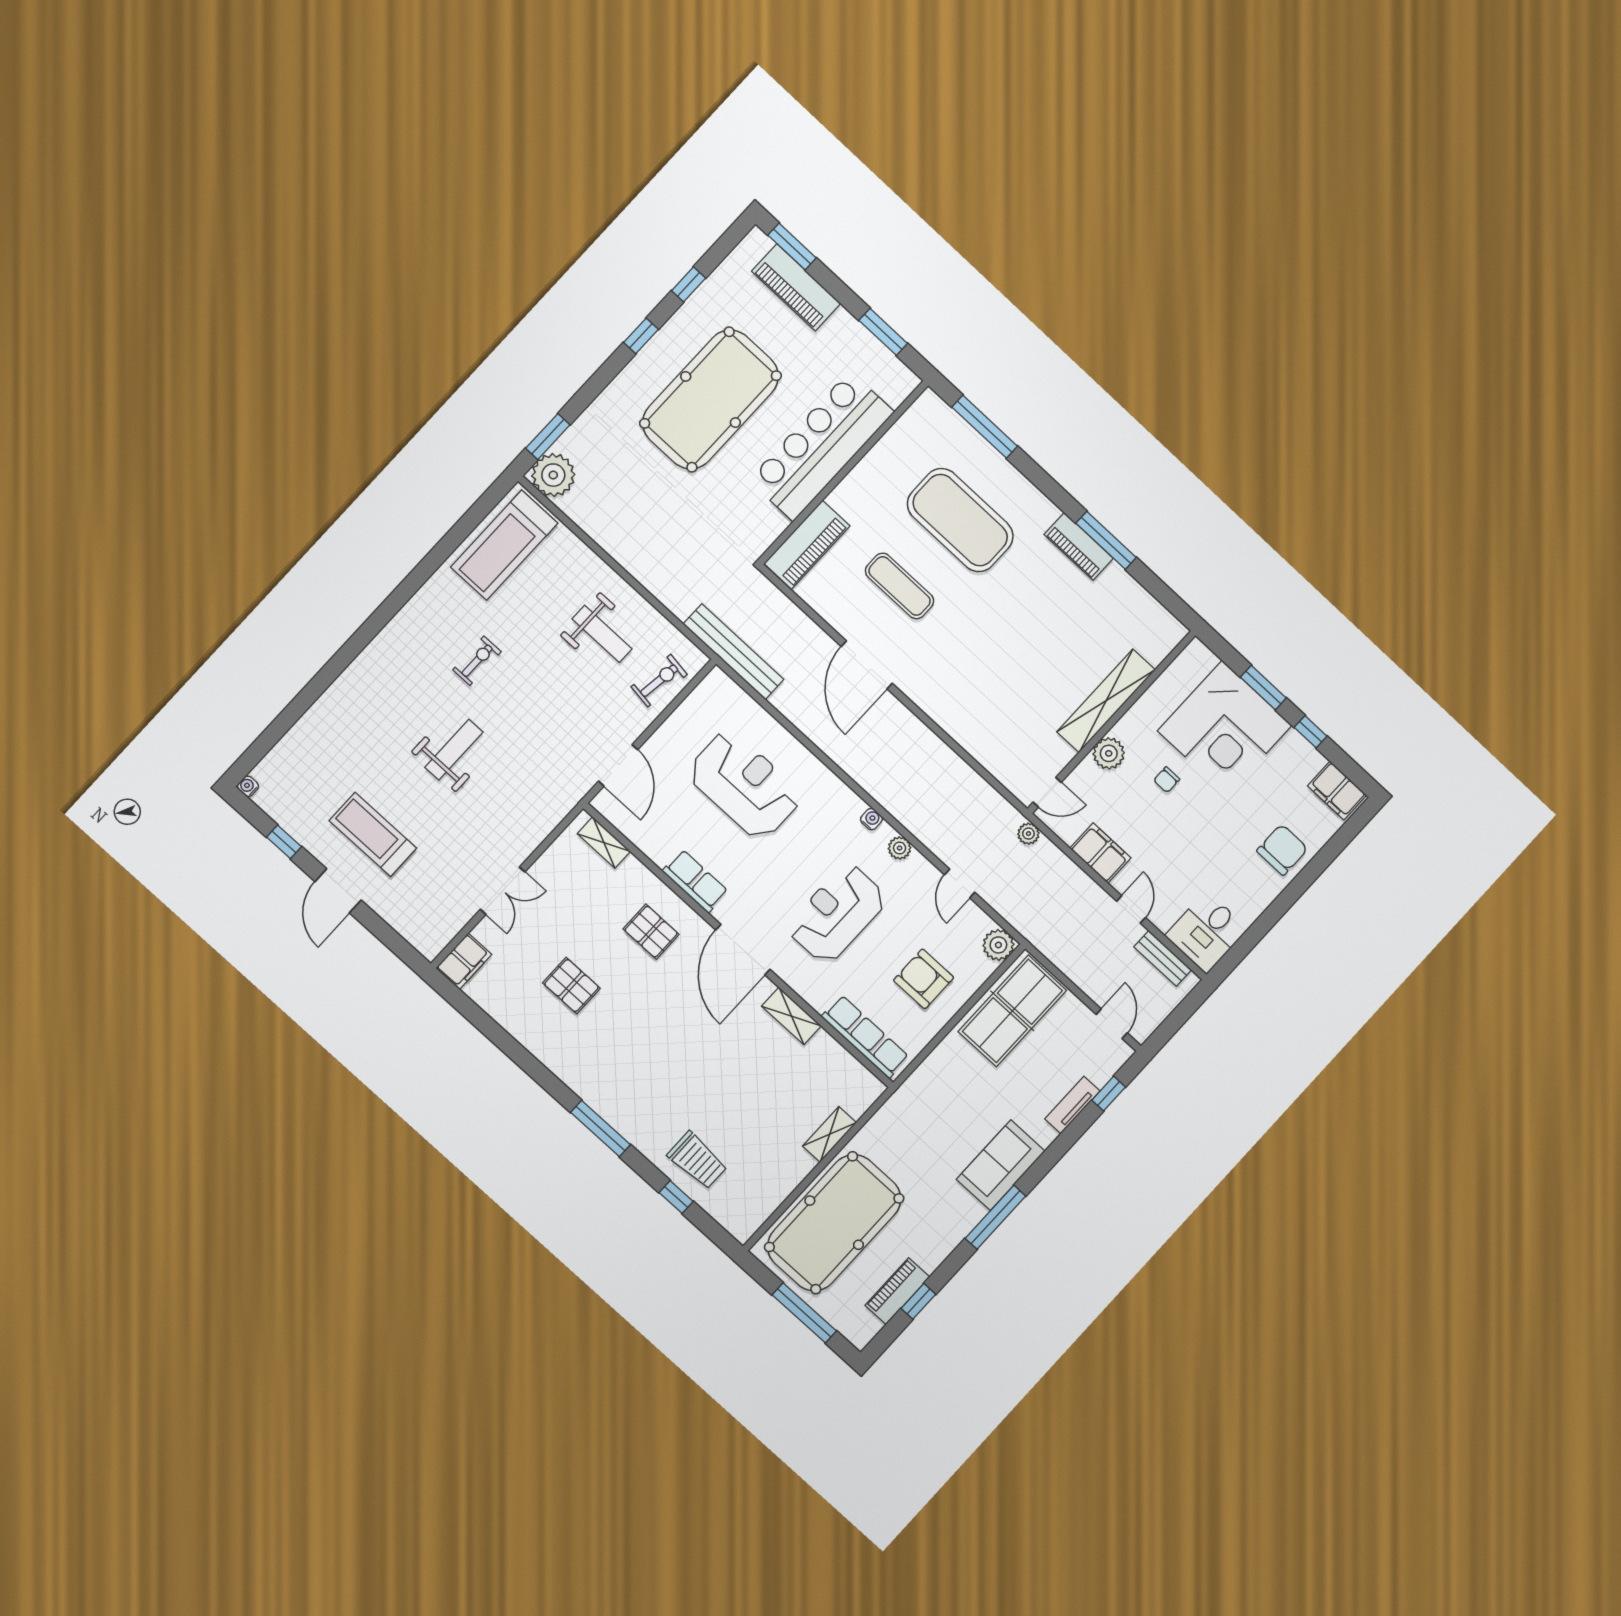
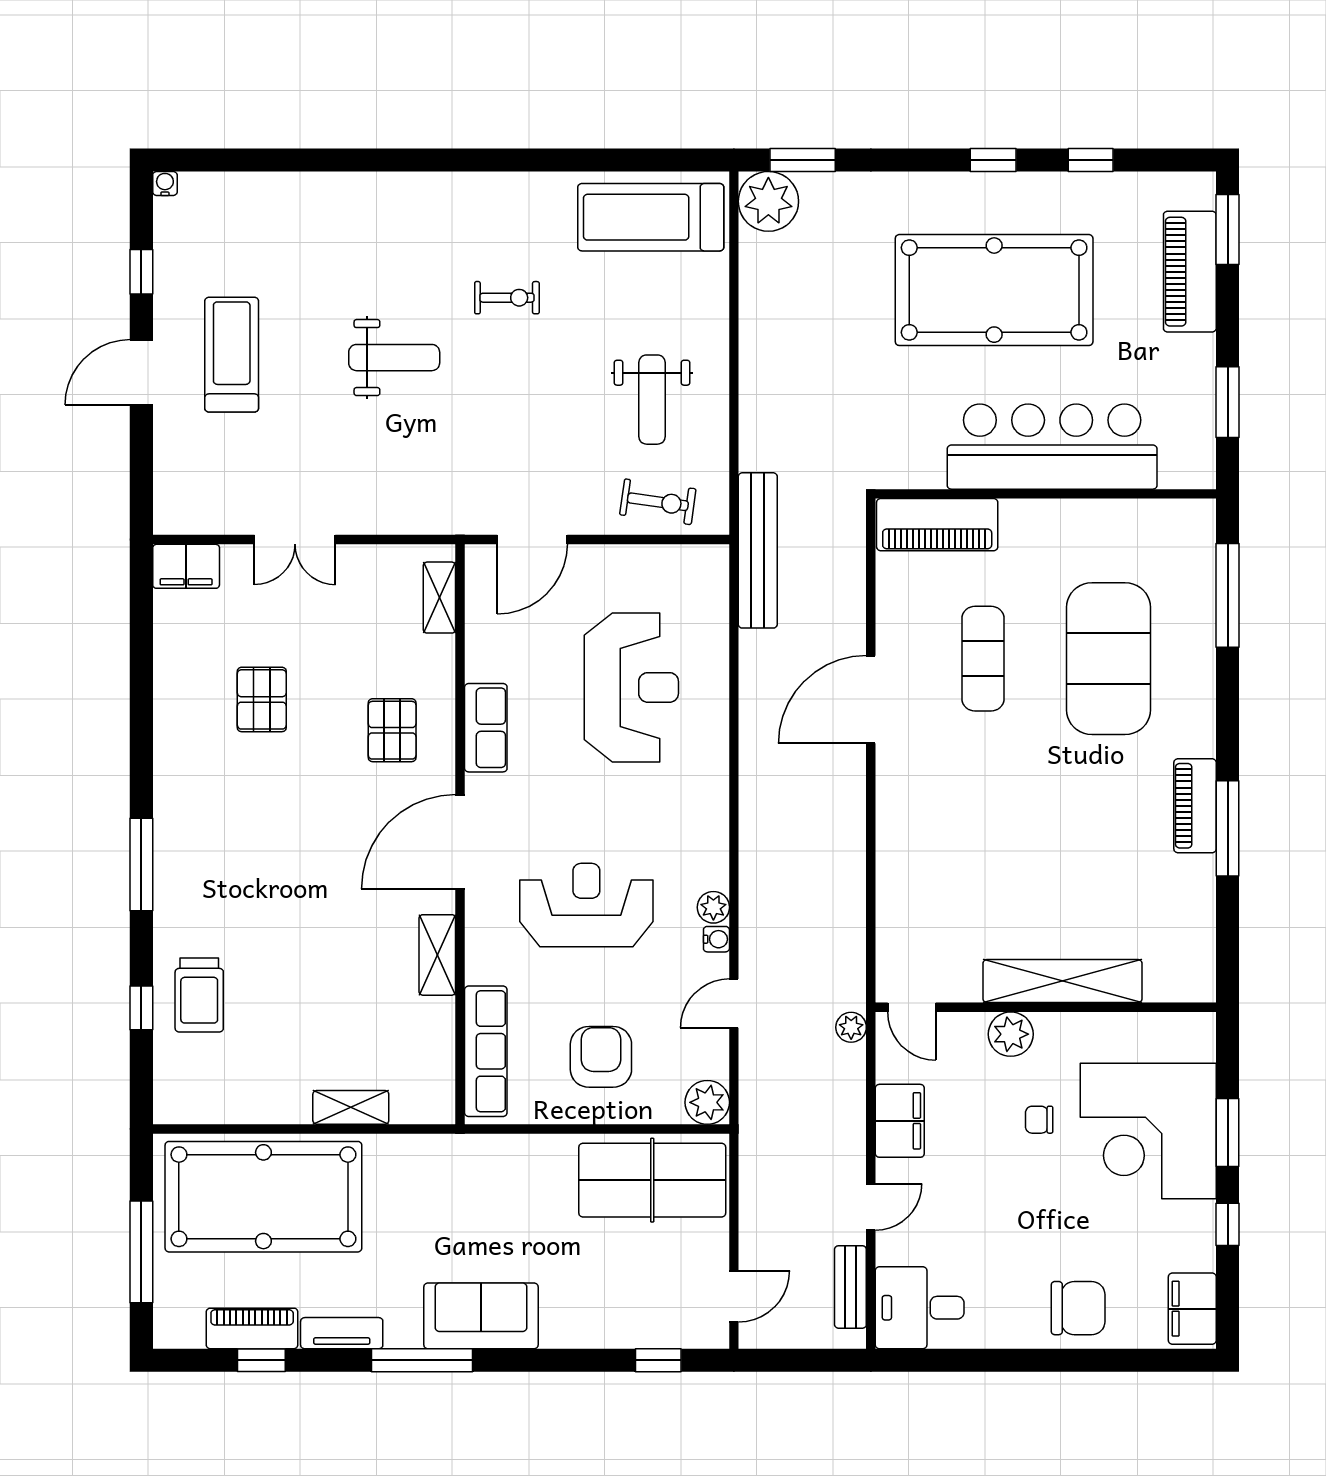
water cooler: (871, 819) -> (716, 939), moved
tv unit: (1072, 1105) -> (342, 1333), moved

